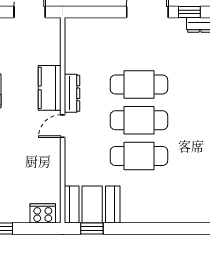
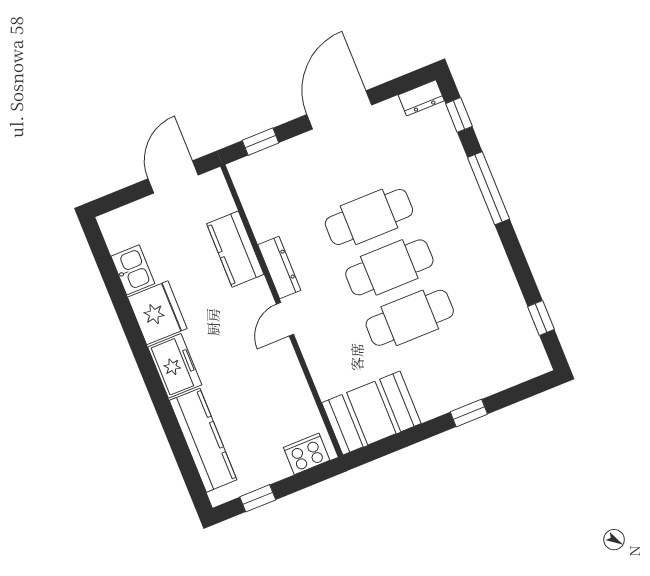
window: (189, 12) -> (260, 142), moved
kitchen counter: (50, 88) -> (235, 249), moved
window: (92, 228) -> (469, 413), moved

